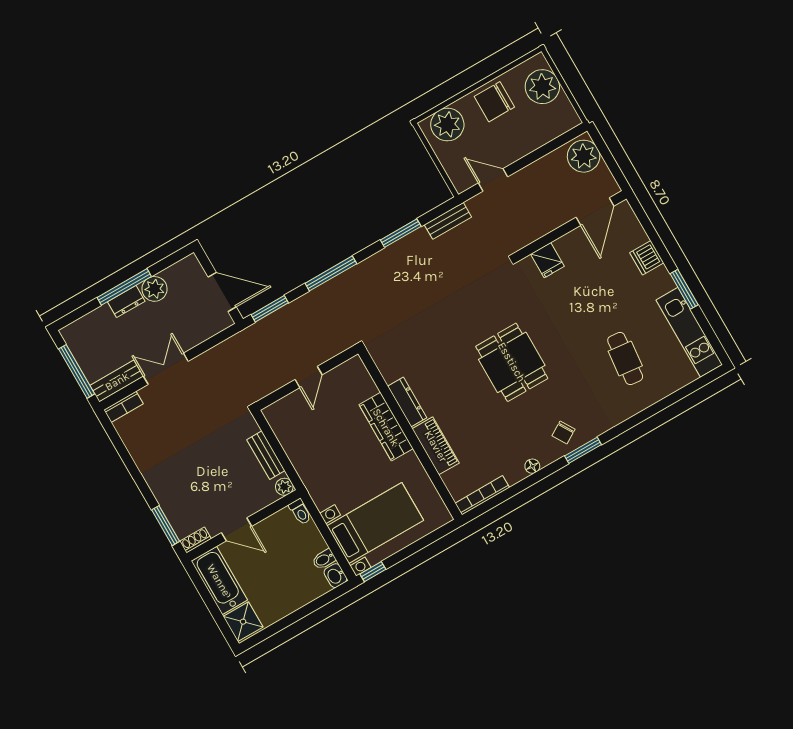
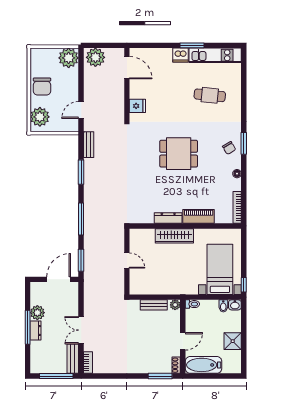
plant: (542, 87) -> (69, 58), moved
dishwasher: (647, 258) -> (180, 55), moved
shower: (243, 622) -> (233, 341), moved

